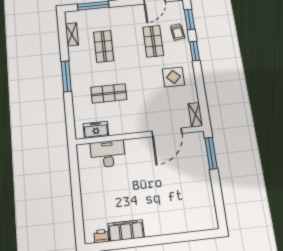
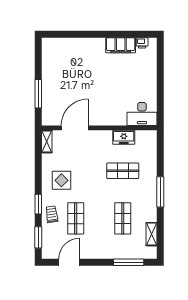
trolley: (177, 32) -> (52, 214), moved
freezer: (96, 130) -> (124, 137), moved
window: (211, 153) -> (38, 94), moved
desk: (108, 154) -> (142, 114), moved

